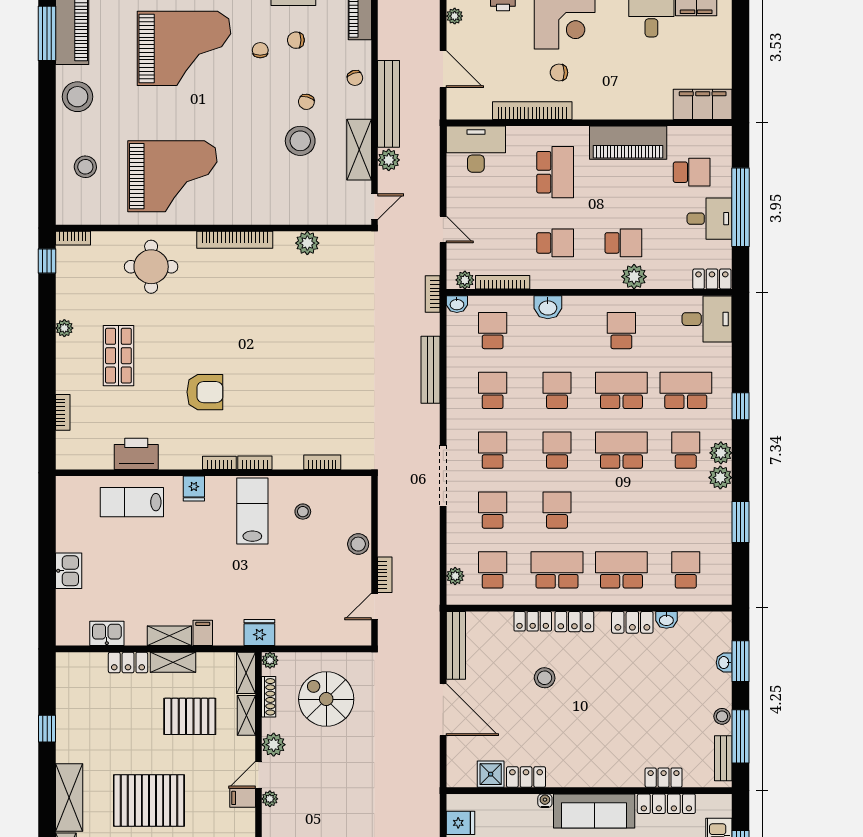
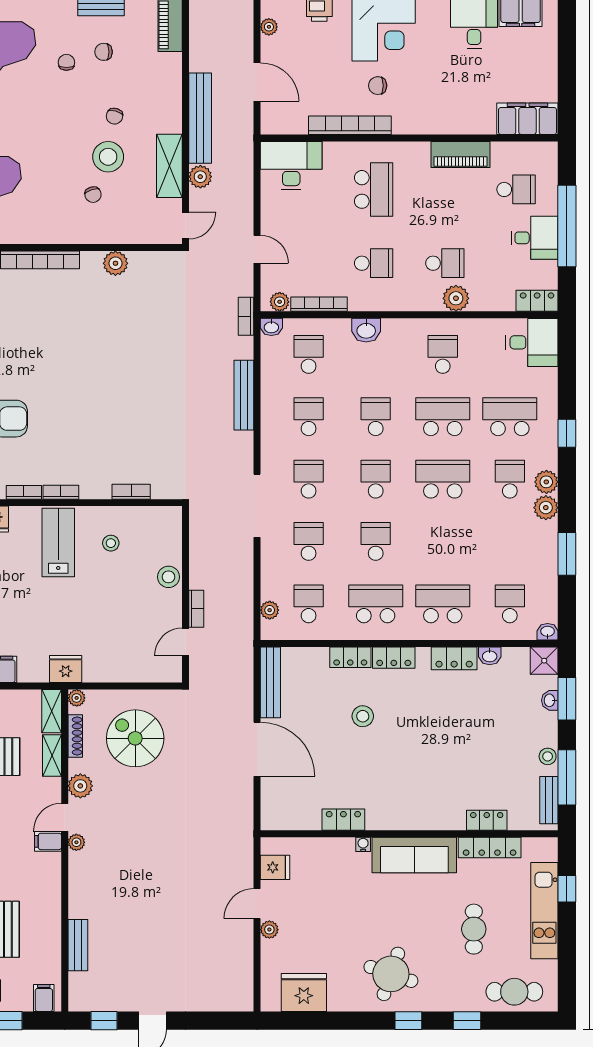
chair: (355, 78) -> (93, 195), moved
piano: (628, 143) -> (460, 154), width x0.73, depth x0.75
washbasin: (722, 597) -> (548, 632), added
shower: (491, 774) -> (544, 661), moved

